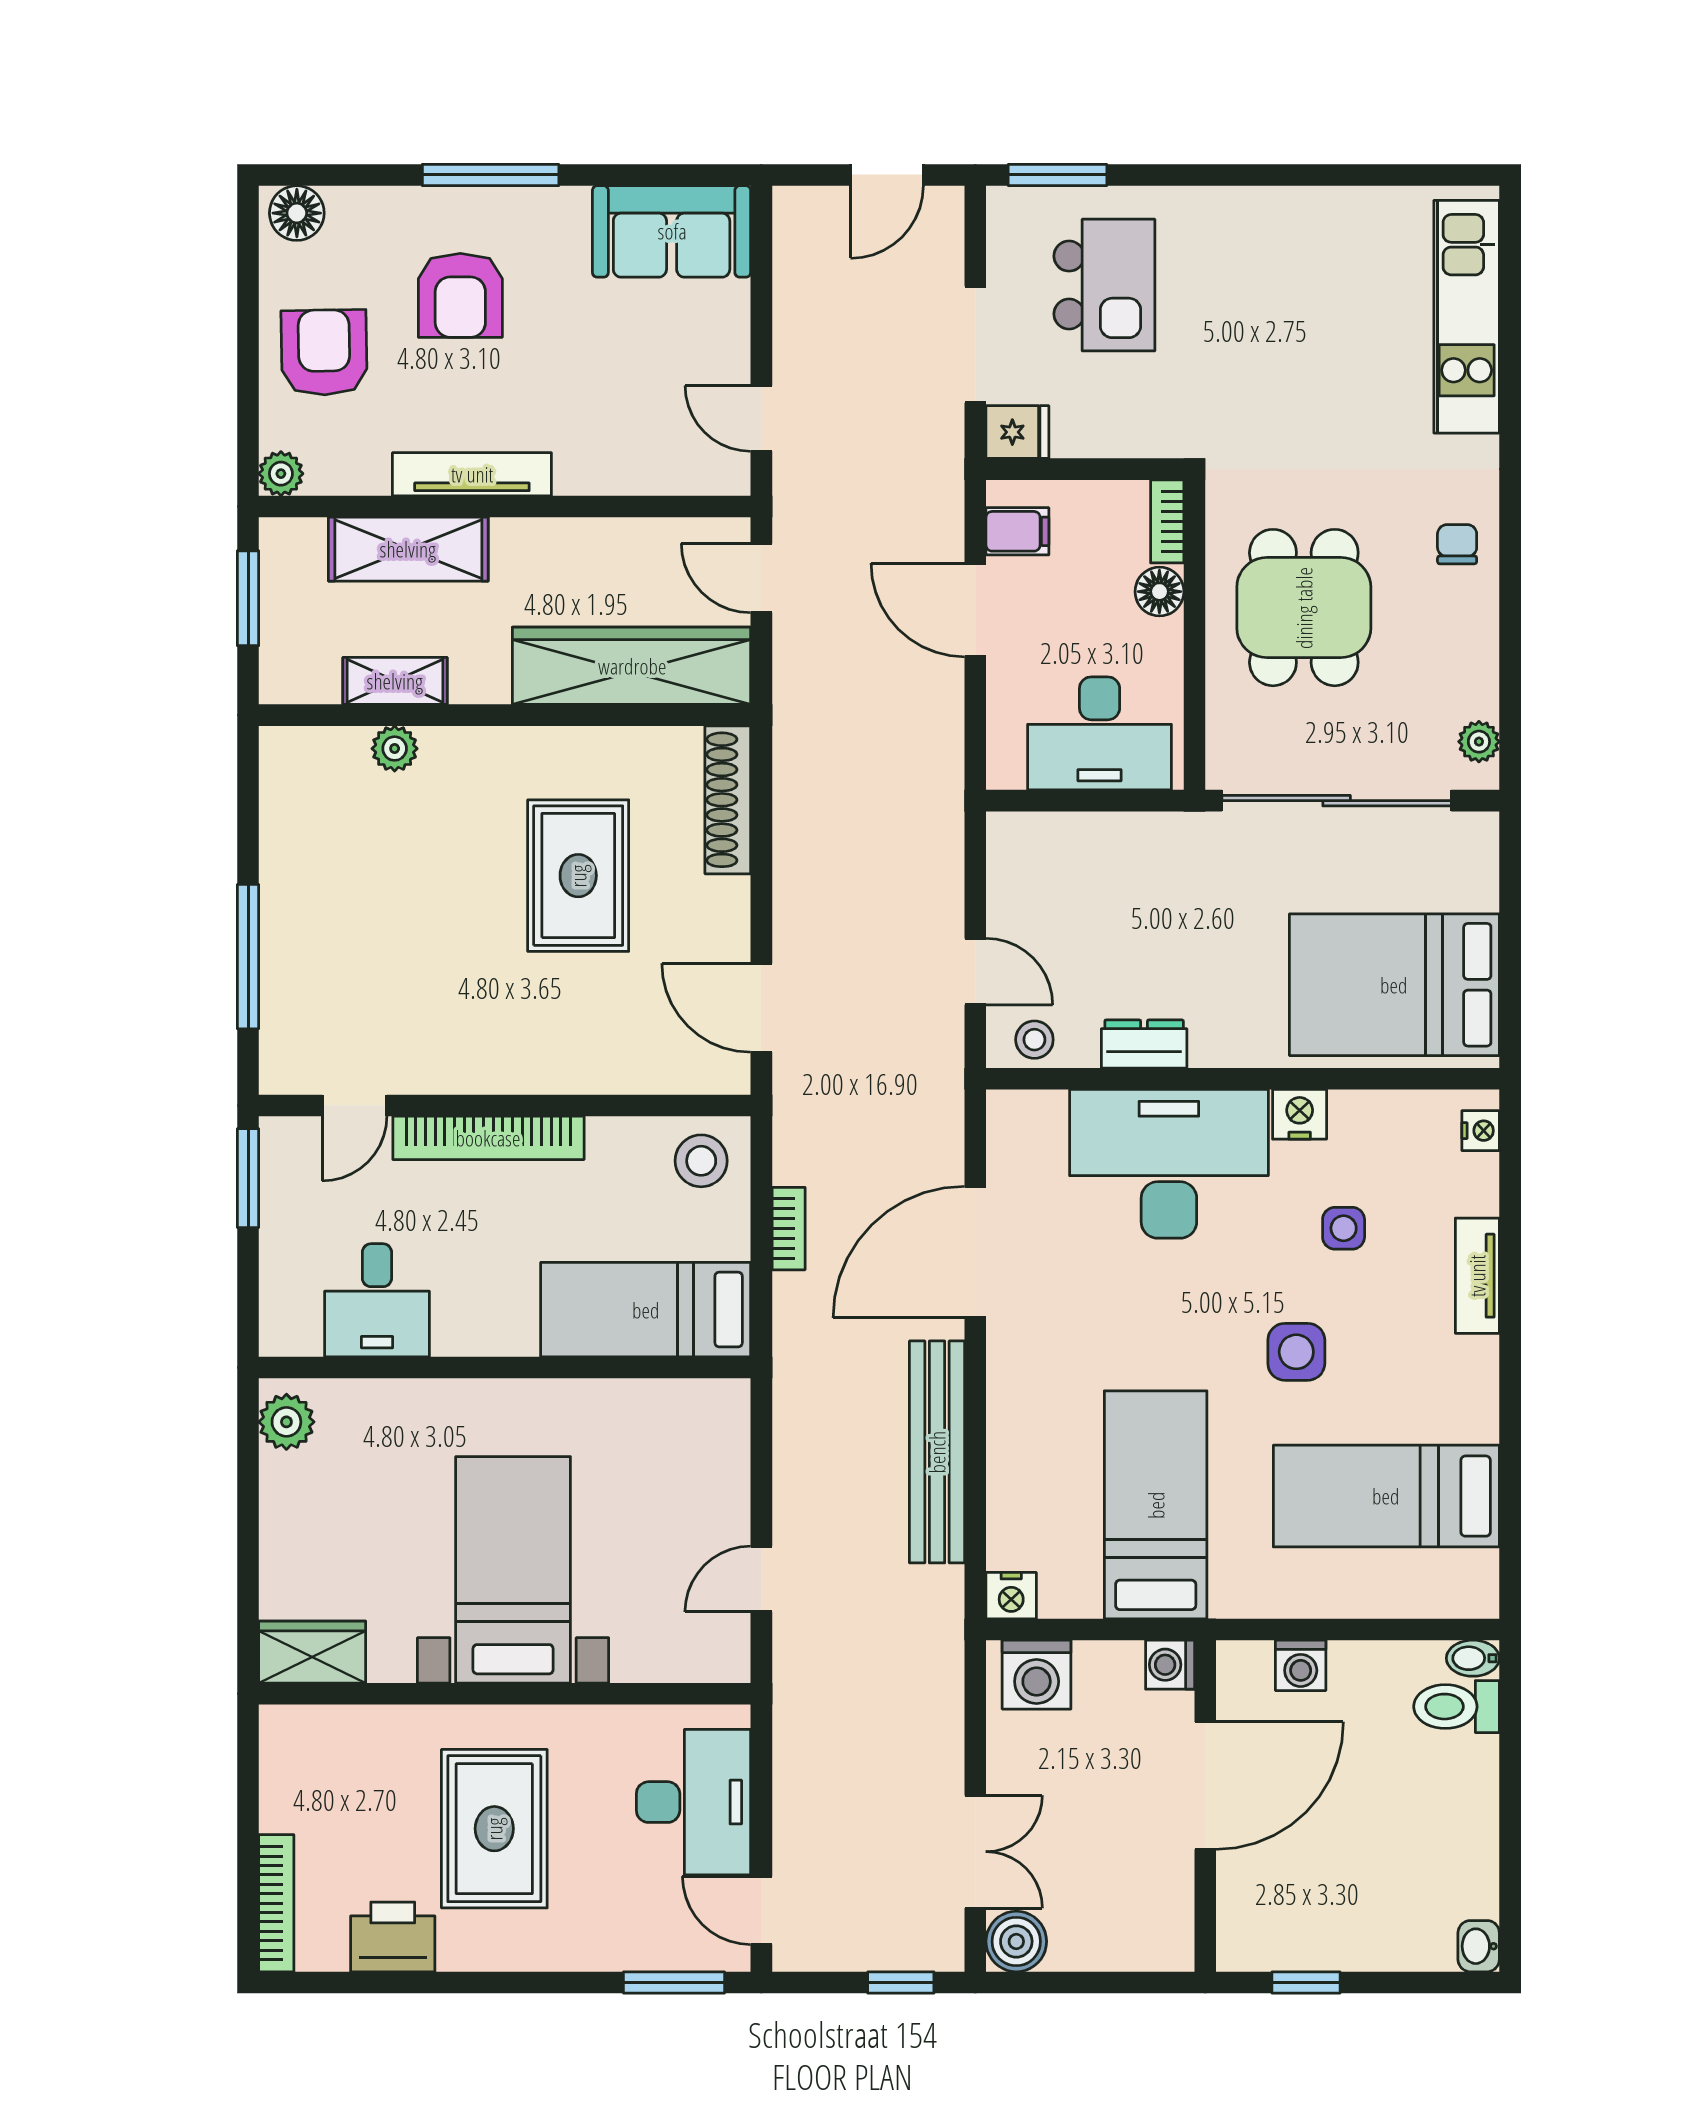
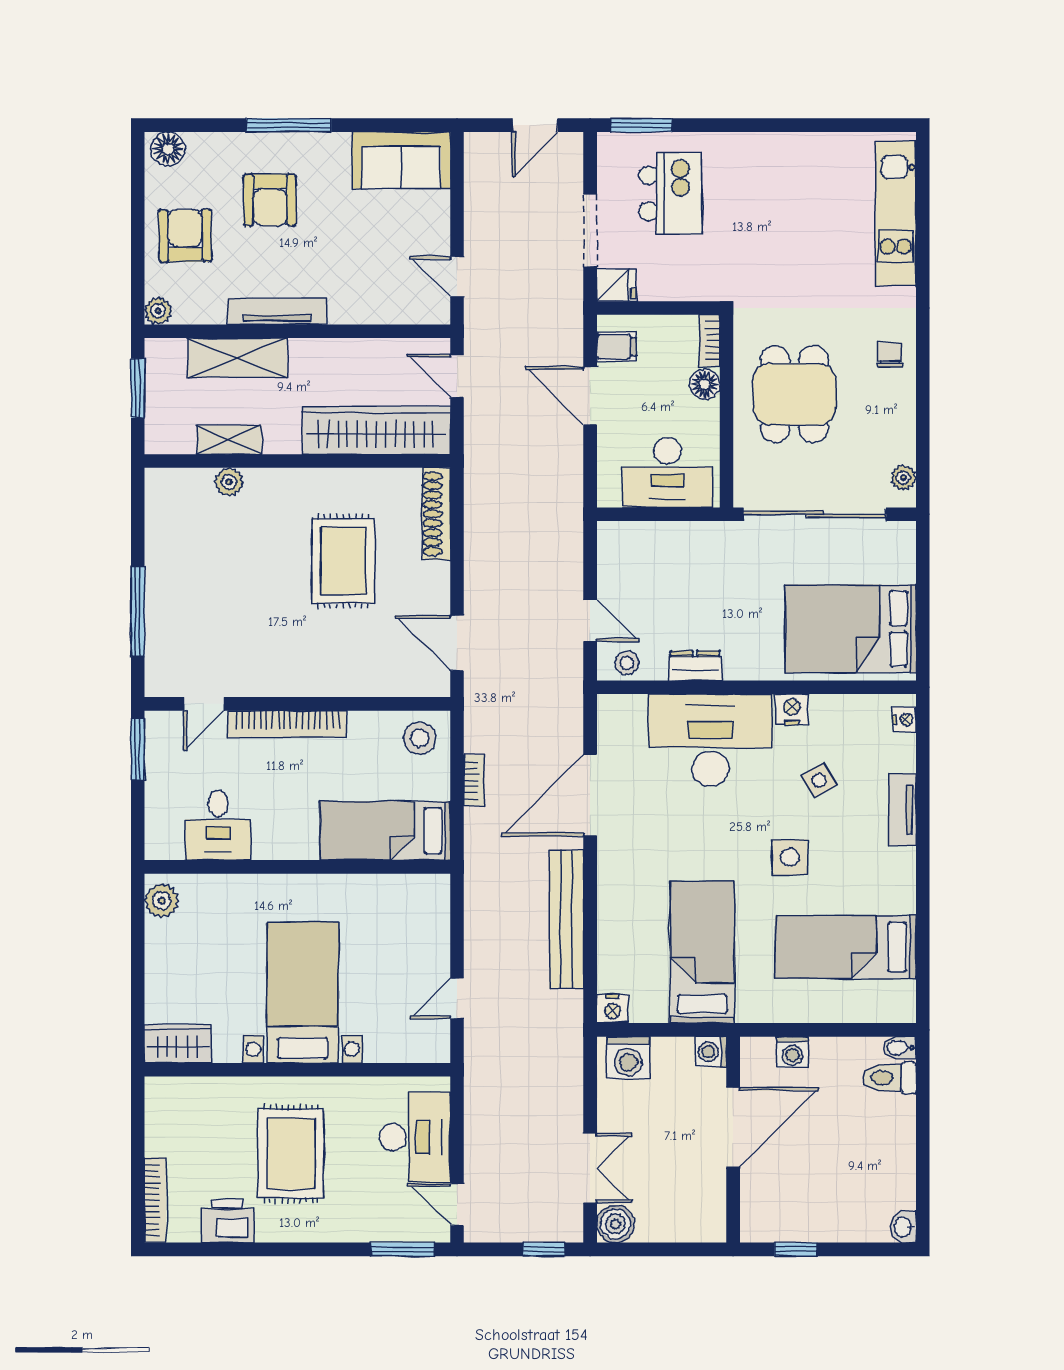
side table: (1344, 1228) -> (819, 780), turned -31

